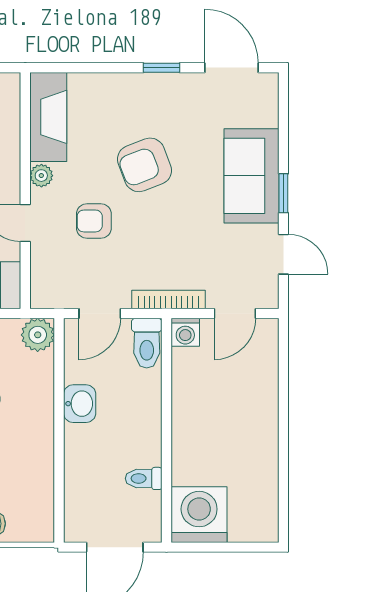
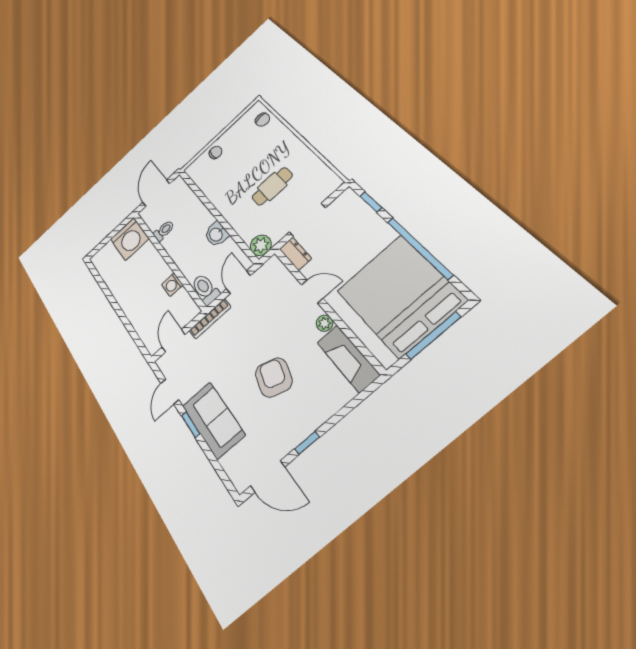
armchair: (145, 165) -> (274, 377), turned -52
armchair: (94, 221) -> (277, 324), removed
door: (283, 254) -> (170, 392), hinge flipped
washing machine: (185, 332) -> (172, 285), moved, turned -90

